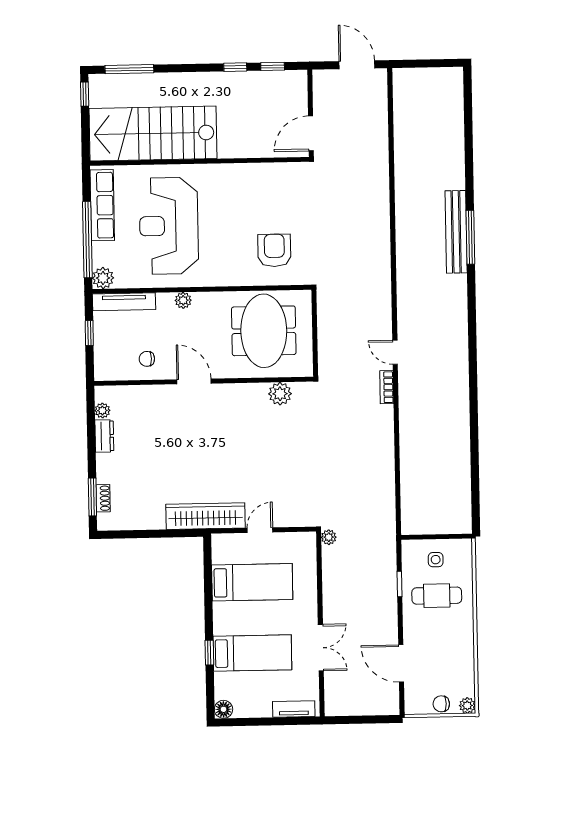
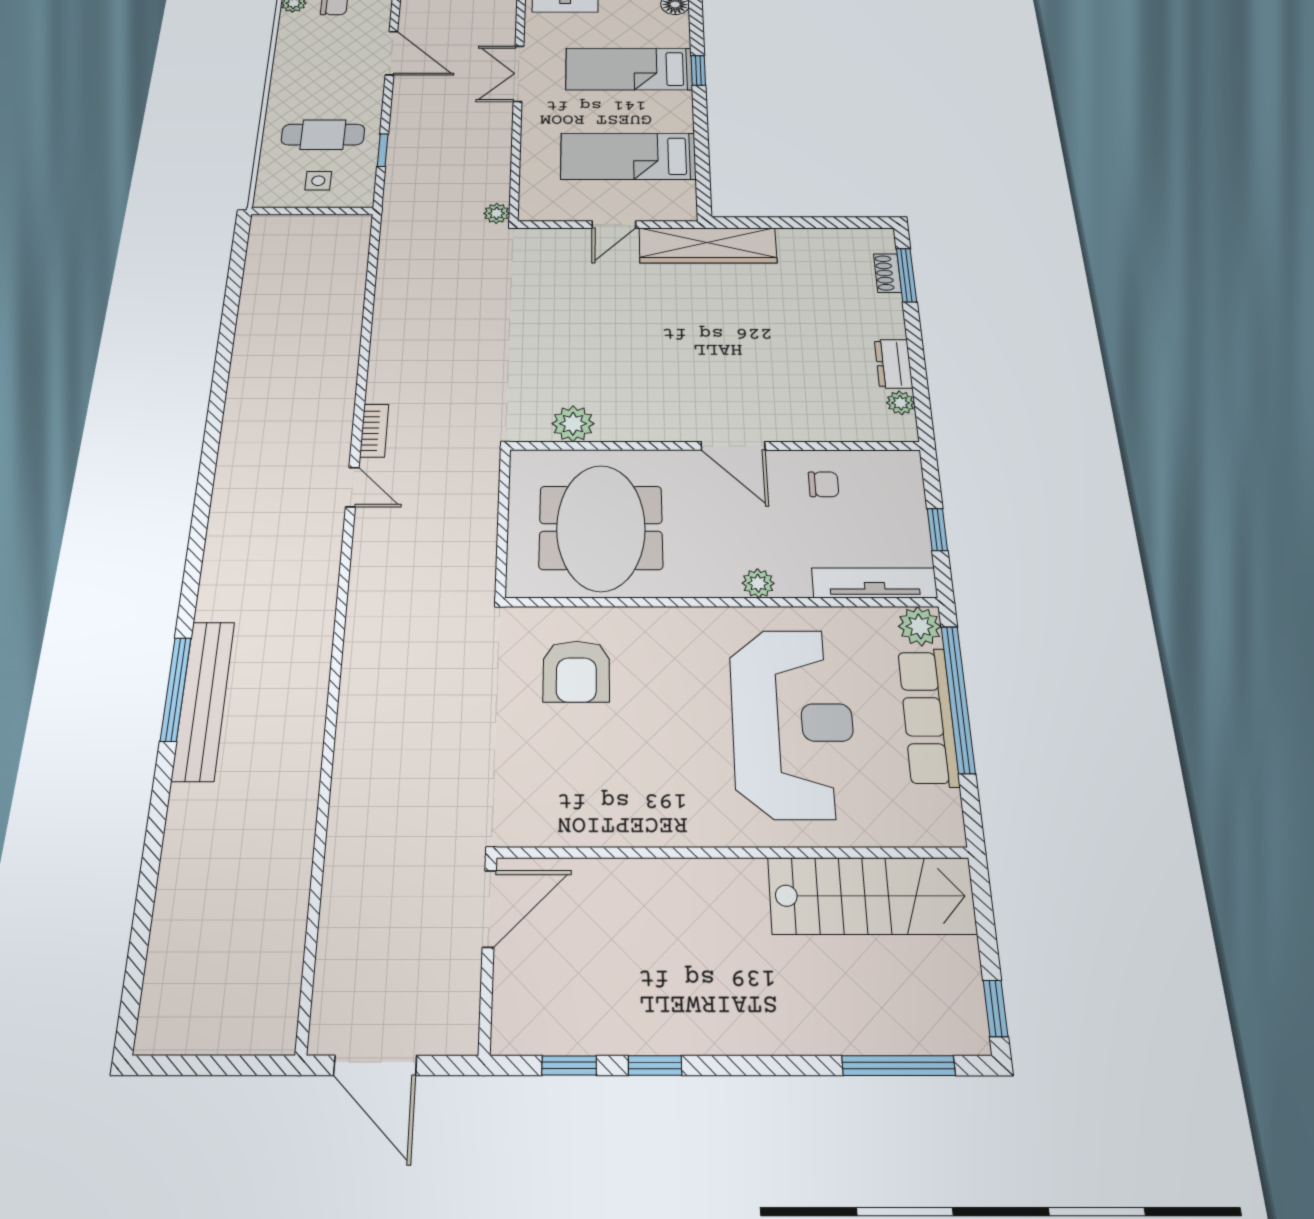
stairs: (153, 133) -> (871, 896), width x0.73, depth x0.66
row of seats: (102, 205) -> (928, 717), moved

